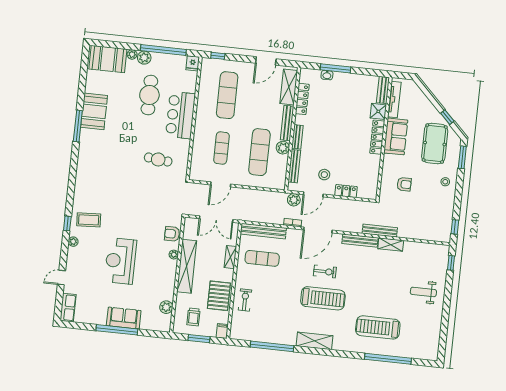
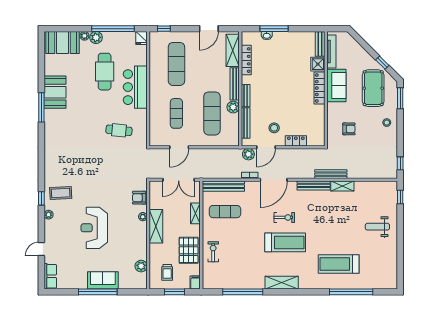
shelving: (187, 266) -> (156, 226), width x0.68

